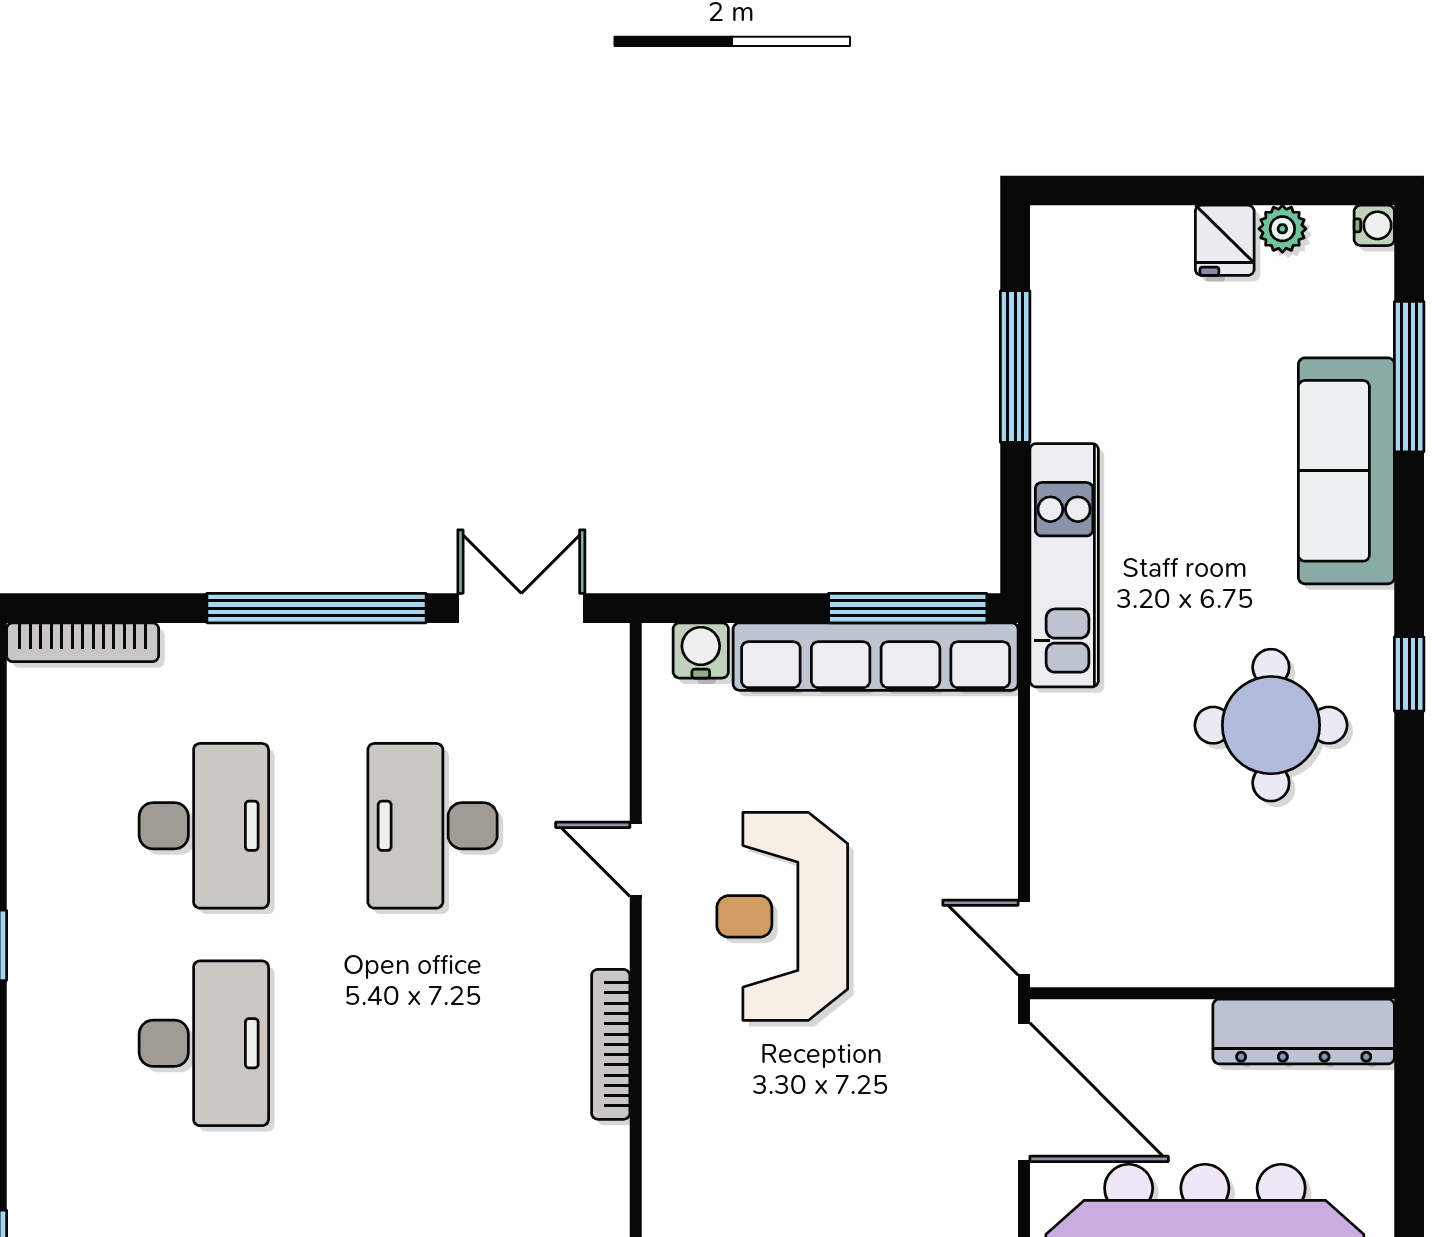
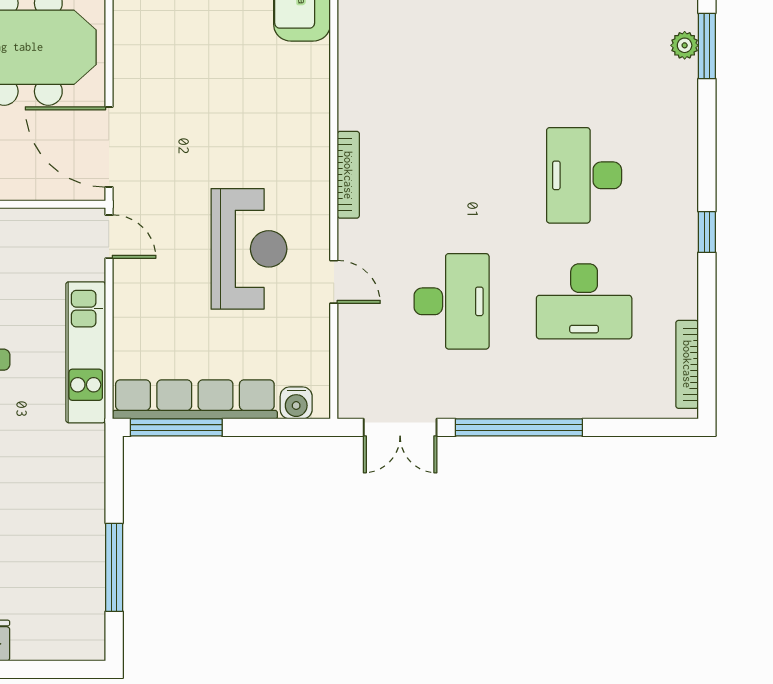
kitchen unit: (1064, 565) -> (86, 352), moved
bookcase: (83, 642) -> (687, 364), moved, turned -90
desk: (204, 826) -> (584, 301), turned -90

